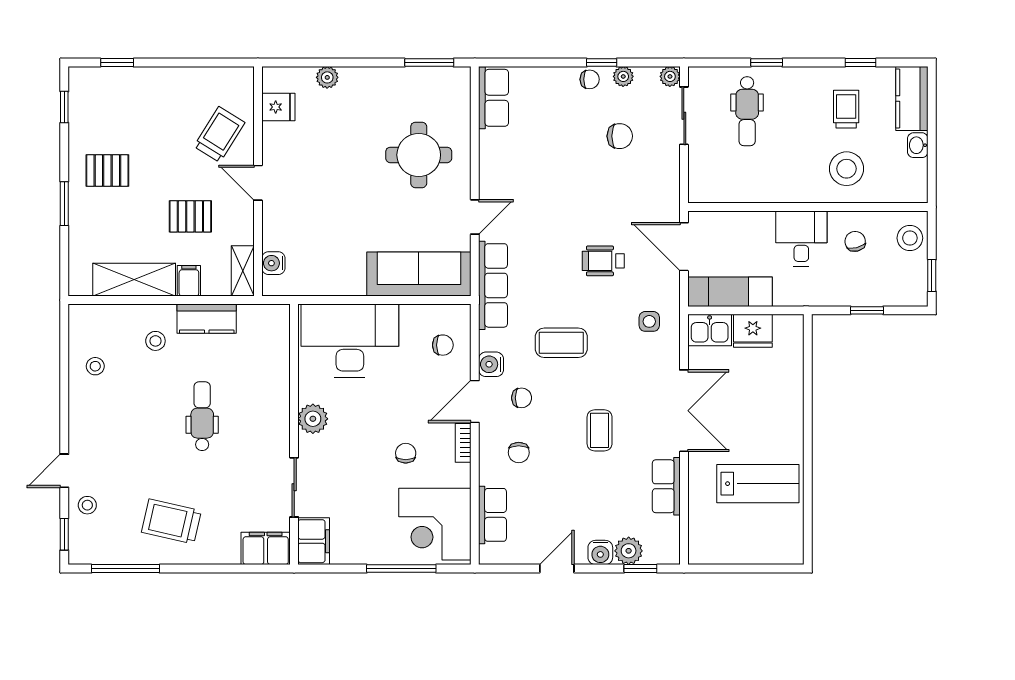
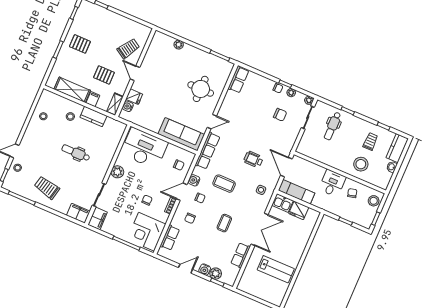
fridge: (278, 107) -> (134, 97), moved
dental chair: (202, 416) -> (76, 153), turned -90

